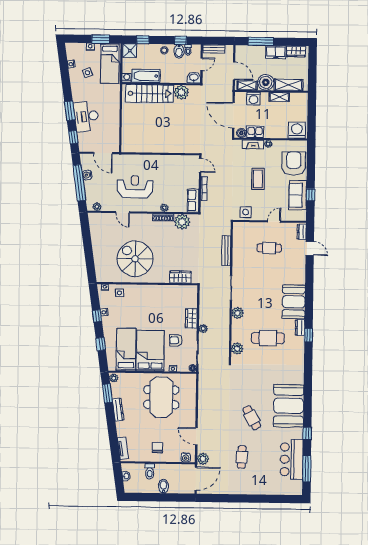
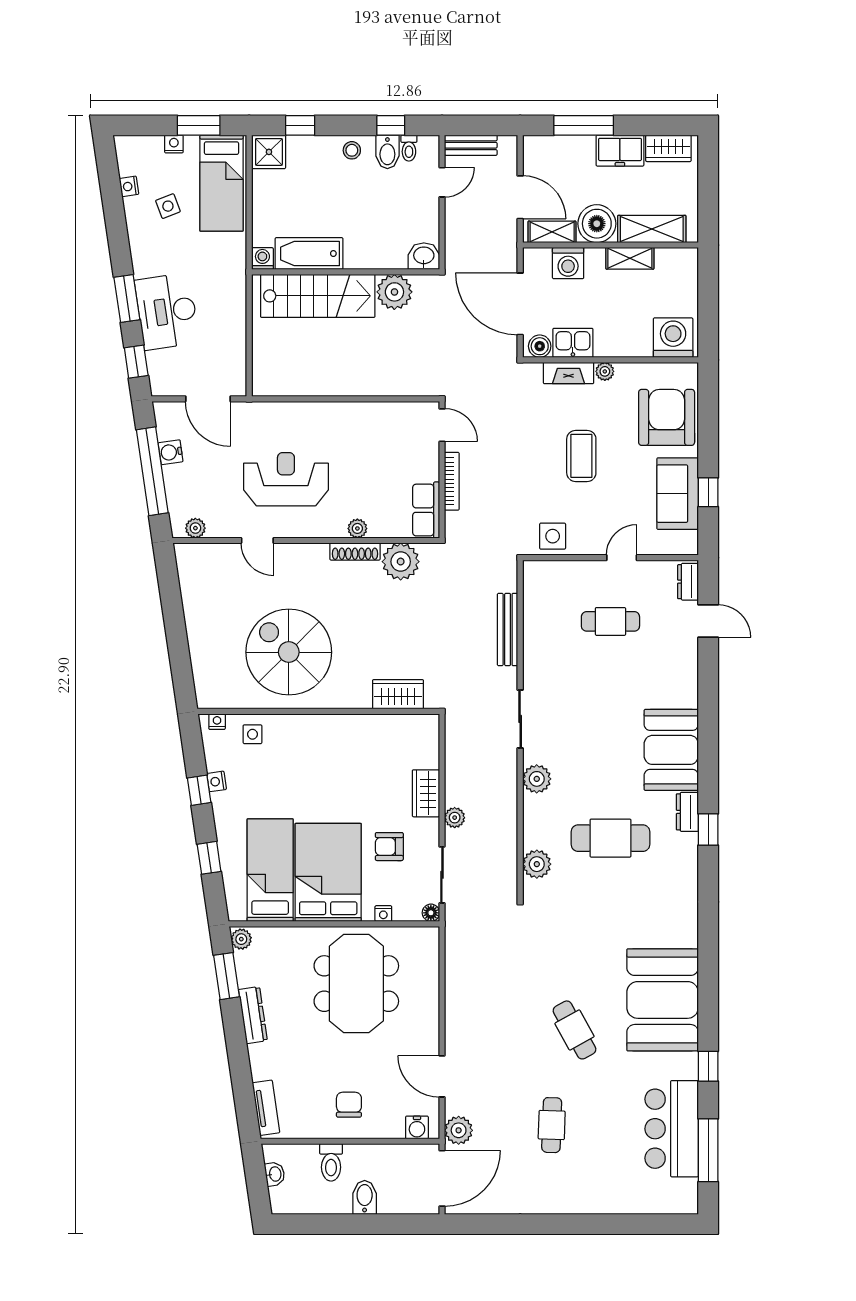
bathtub: (146, 76) -> (309, 254), moved
washing machine: (127, 78) -> (262, 259), moved
washbasin: (194, 78) -> (424, 256), moved
wall: (161, 84) -> (346, 272), moved
plant: (181, 92) -> (394, 292), moved
stairs: (149, 94) -> (318, 296), moved

